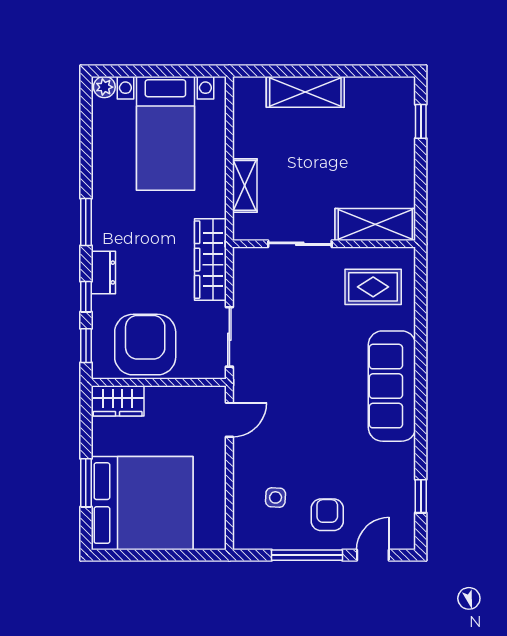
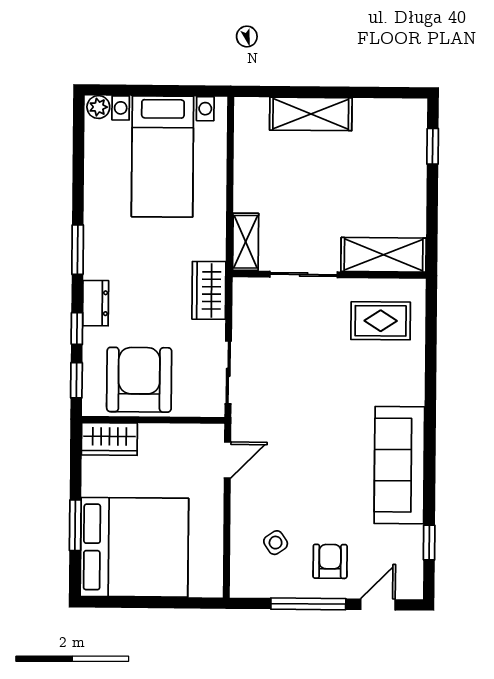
shelving: (245, 185) -> (246, 242), moved
wardrobe: (210, 260) -> (209, 290), width x0.67
sofa: (392, 386) -> (399, 465), moved
side table: (276, 497) -> (276, 543), turned -37

